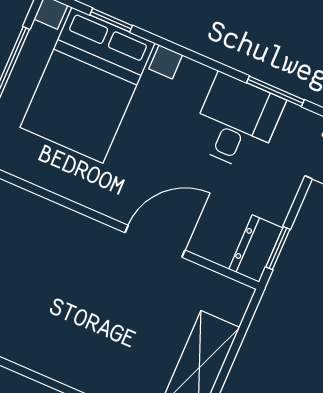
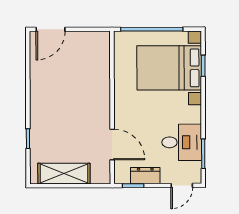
door: (155, 241) -> (112, 144), moved
dresser: (256, 249) -> (145, 176), moved

